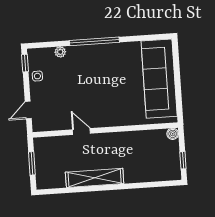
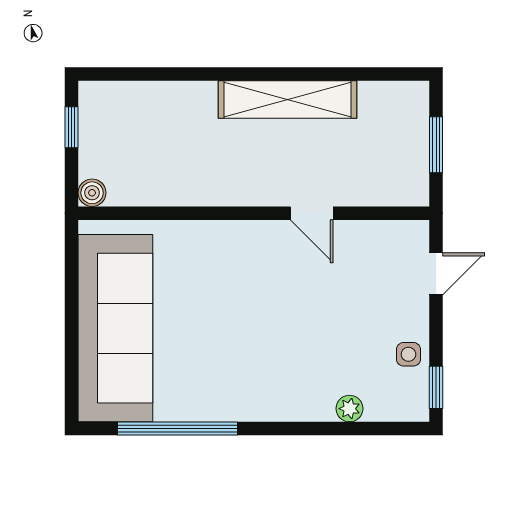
window: (94, 41) -> (177, 429), moved

